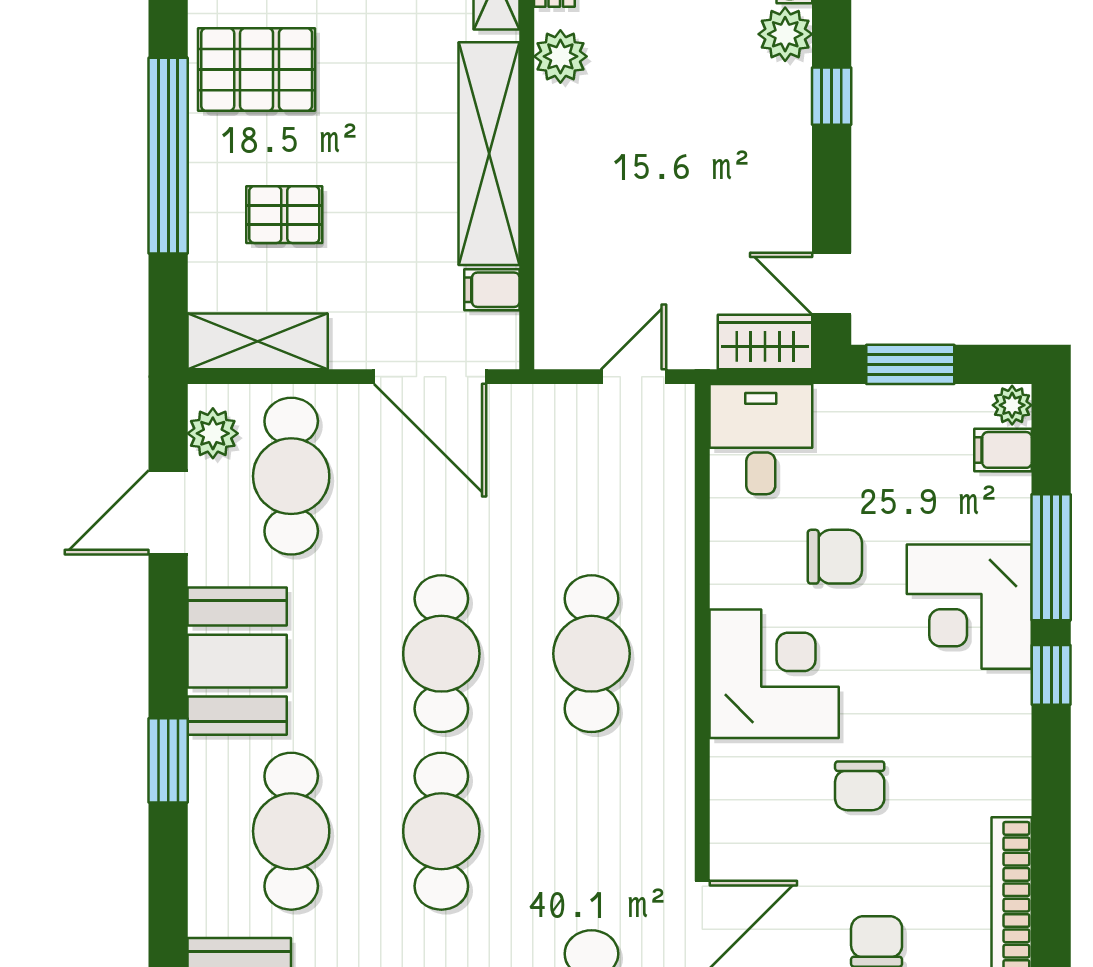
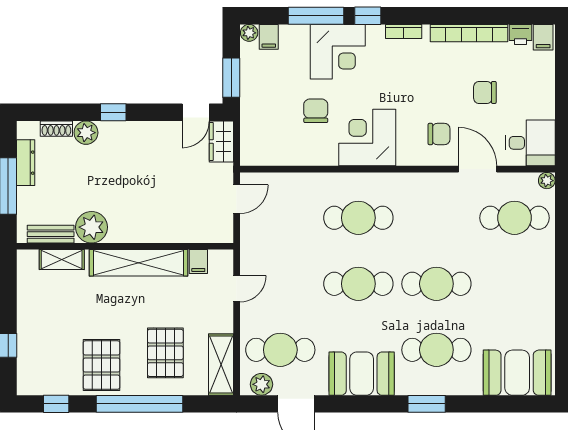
plant: (560, 56) -> (92, 227), width x1.36, depth x1.36
pallet: (284, 215) -> (165, 353), width x1.50, depth x1.42
door: (430, 377) -> (237, 289), width x0.53
door: (634, 377) -> (237, 199), swing flipped
desk: (761, 439) -> (264, 143), removed
bookcase: (1015, 757) -> (404, 31), added
window: (168, 760) -> (427, 404), moved
chair: (860, 786) -> (439, 134), moved

